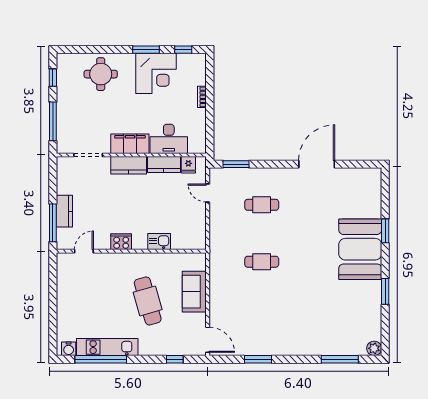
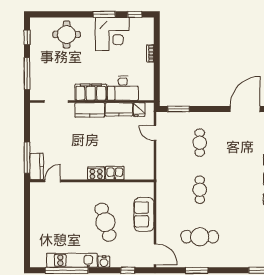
cafe table: (262, 205) -> (200, 143), turned 90
kitchen counter: (64, 211) -> (37, 166), moved
cooker: (121, 242) -> (96, 173), moved
cafe table: (262, 262) -> (200, 190), turned 90
cafe table: (262, 319) -> (200, 237), added
water cooler: (69, 349) -> (104, 262), moved

